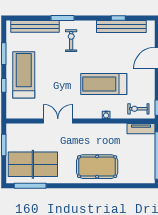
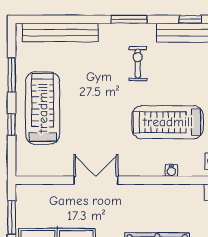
window: (62, 18) -> (129, 19), moved
exercise bike: (71, 41) -> (138, 64), moved

